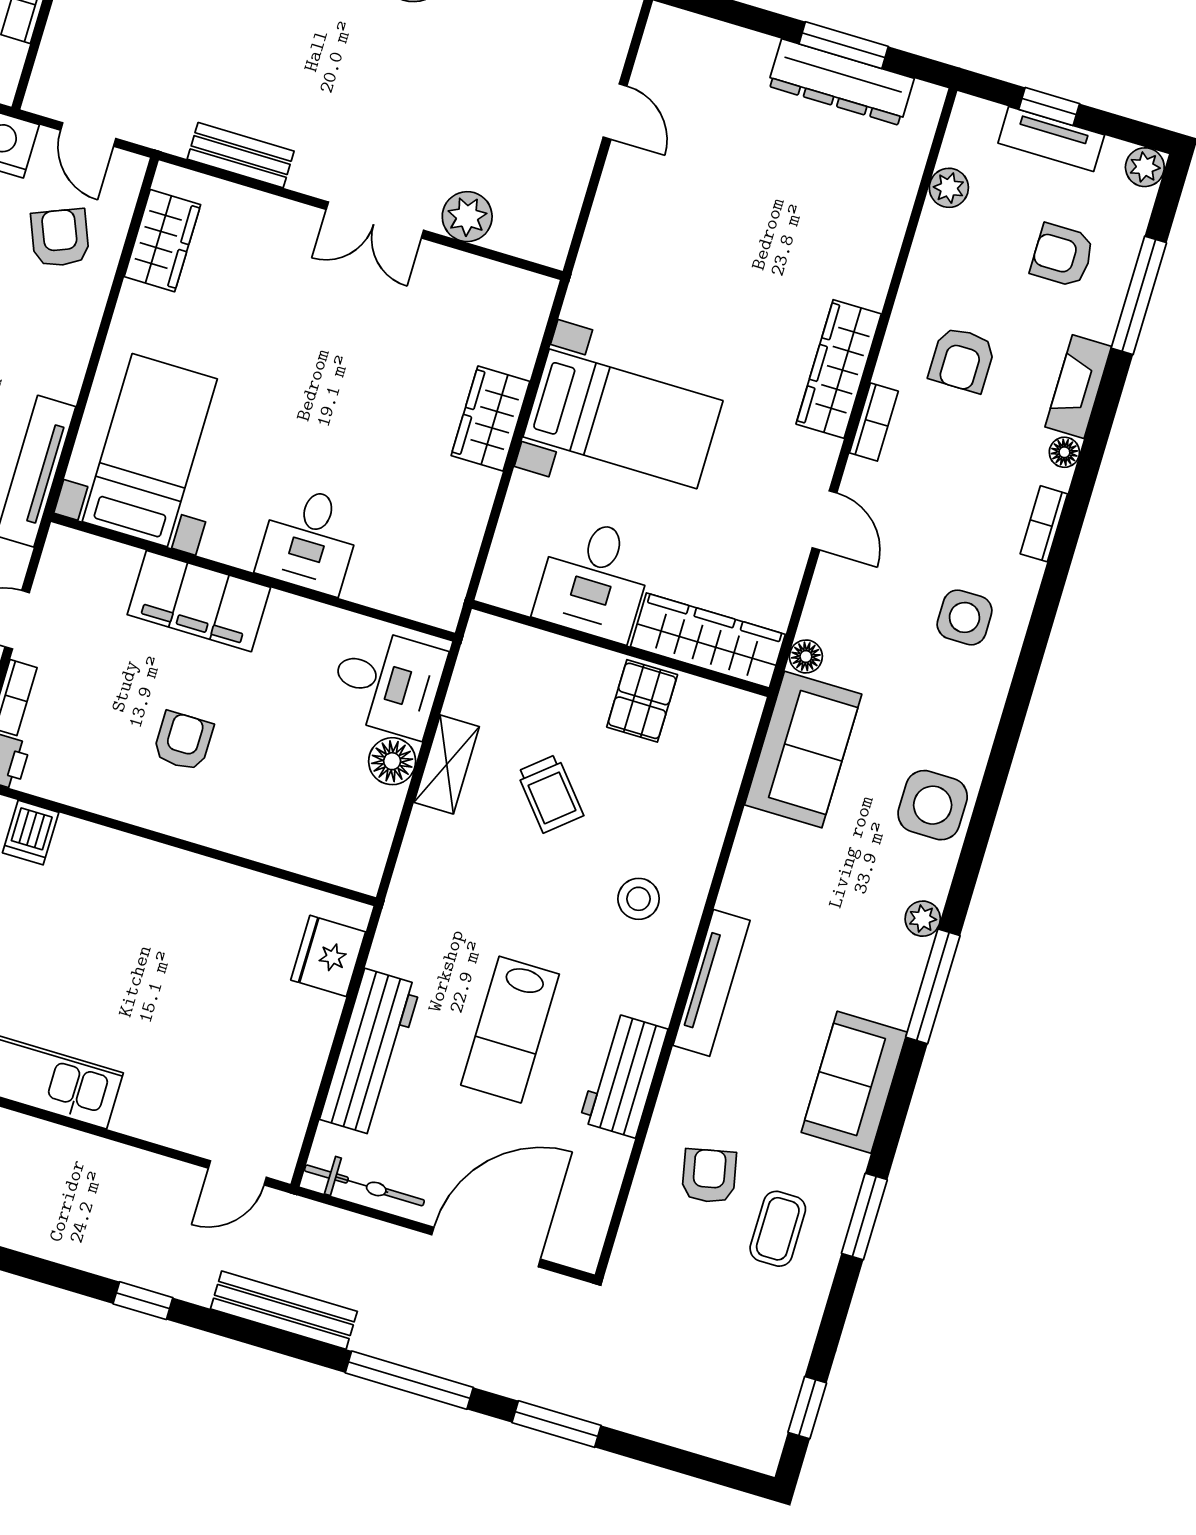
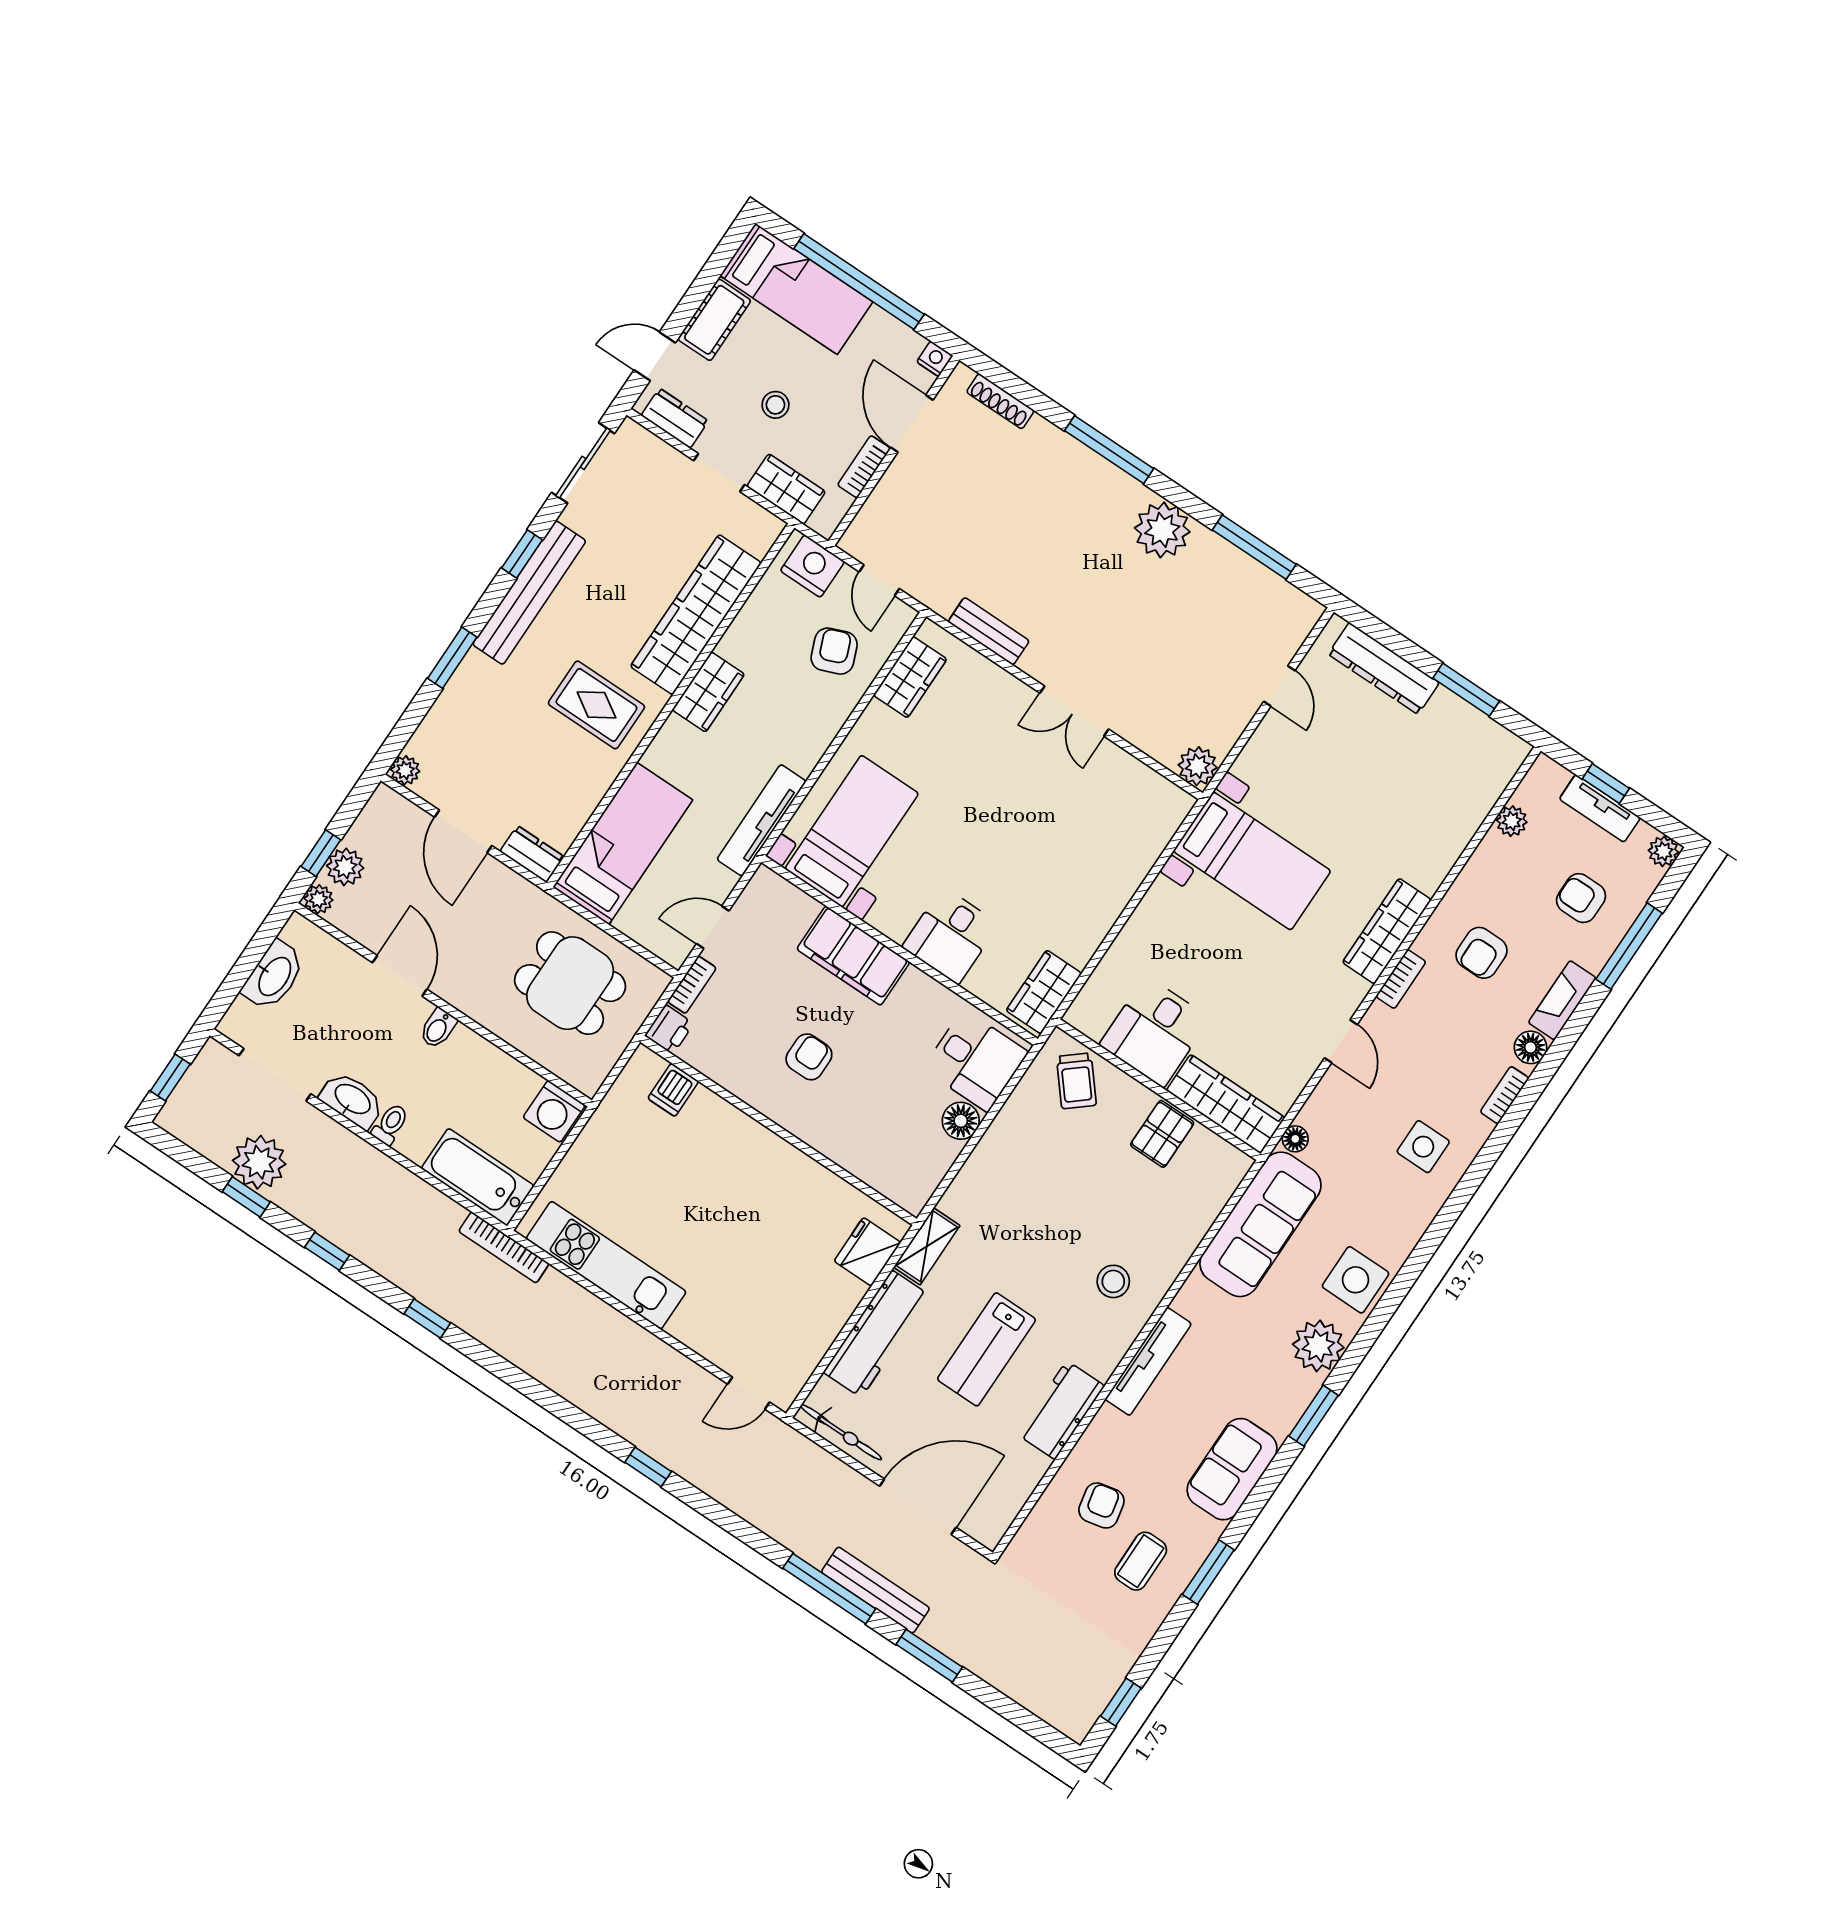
dresser: (841, 82) -> (1384, 668), moved
plant: (467, 217) -> (1198, 766), moved
wardrobe: (490, 419) -> (1044, 992), moved
bed with nightstands: (623, 419) -> (1252, 861), moved
floor lamp: (1064, 452) -> (1531, 1047), width x1.37, depth x1.37
sofa: (803, 749) -> (1260, 1224), width x1.36
shelving: (447, 764) -> (927, 1246), moved
trolley: (550, 794) -> (1076, 1081), moved
plant: (923, 919) -> (1318, 1346), width x1.88, depth x1.88
window: (933, 986) -> (1313, 1416), width x0.69
bench: (284, 1310) -> (875, 1590), moved

